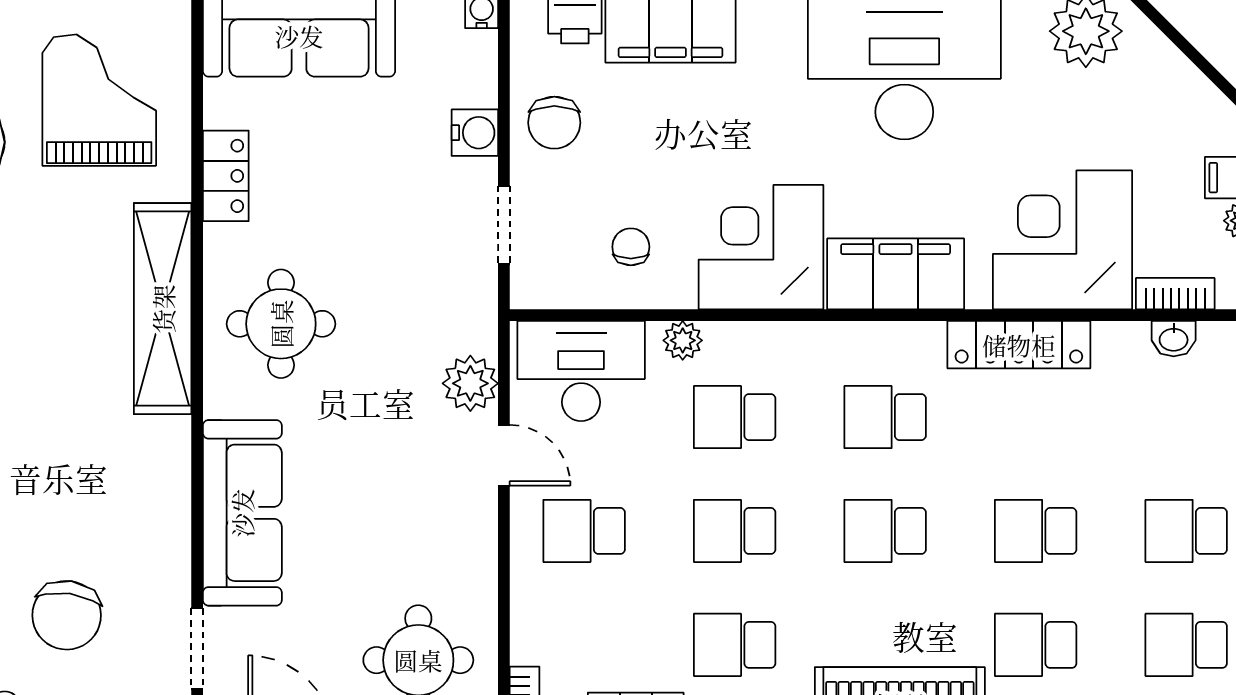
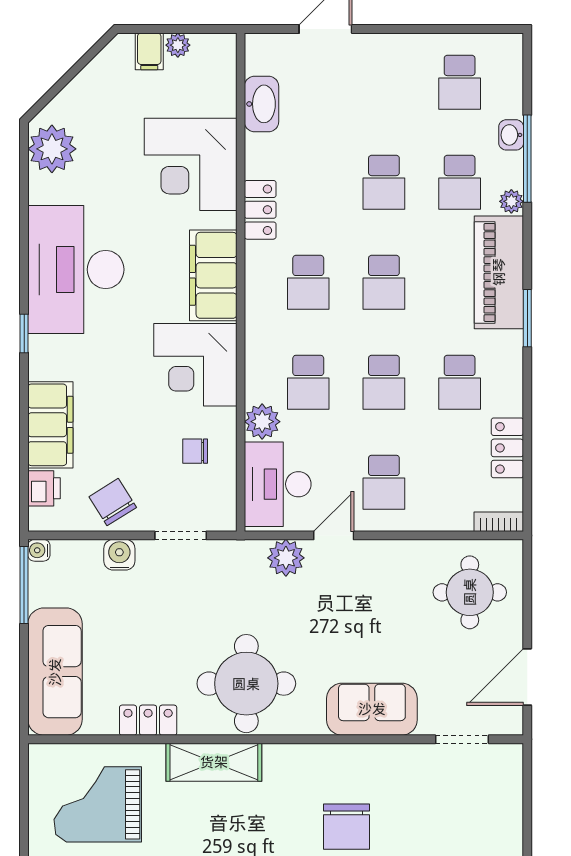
chair: (554, 123) -> (113, 502), turned -122
bookcase: (1175, 294) -> (226, 90), removed
shelving: (163, 309) -> (214, 762), width x0.68
round table: (281, 324) -> (246, 684), width x1.36, depth x1.36
washbasin: (1174, 339) -> (262, 104), width x1.91, depth x1.45
plant: (683, 340) -> (262, 422), width x1.38, depth x1.38
locker: (1019, 345) -> (260, 210), width x0.66
sofa: (242, 513) -> (372, 709), width x0.73
school desk: (1186, 531) -> (384, 82), removed
chair: (67, 615) -> (346, 827), moved, turned 82

